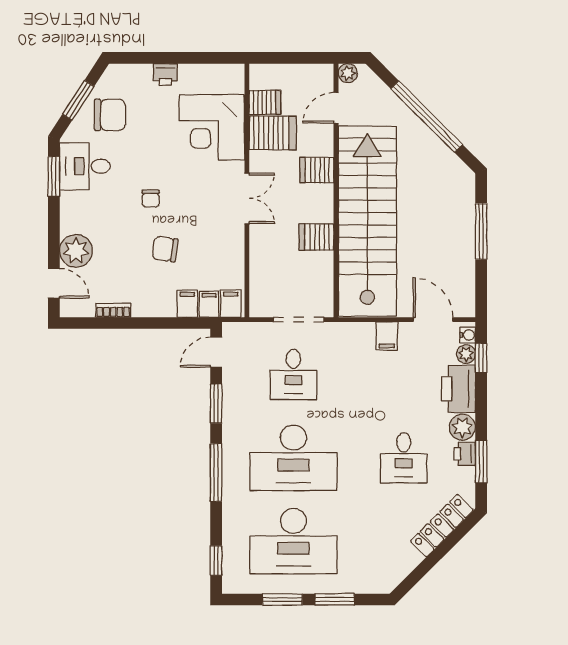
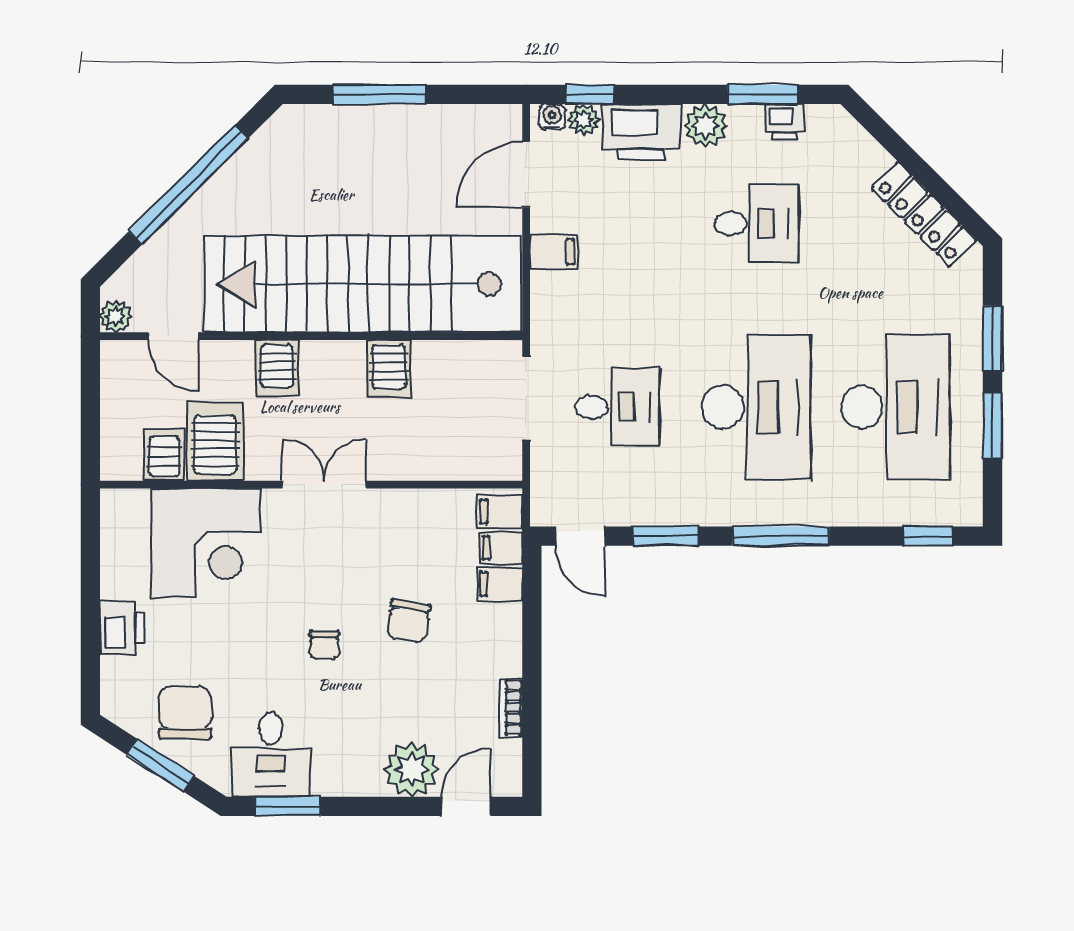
printer: (165, 74) -> (122, 628), width x1.36, depth x1.24
chair: (151, 199) -> (325, 645), turned 90
printer: (465, 454) -> (784, 122), moved
locker: (442, 526) -> (924, 214), moved

